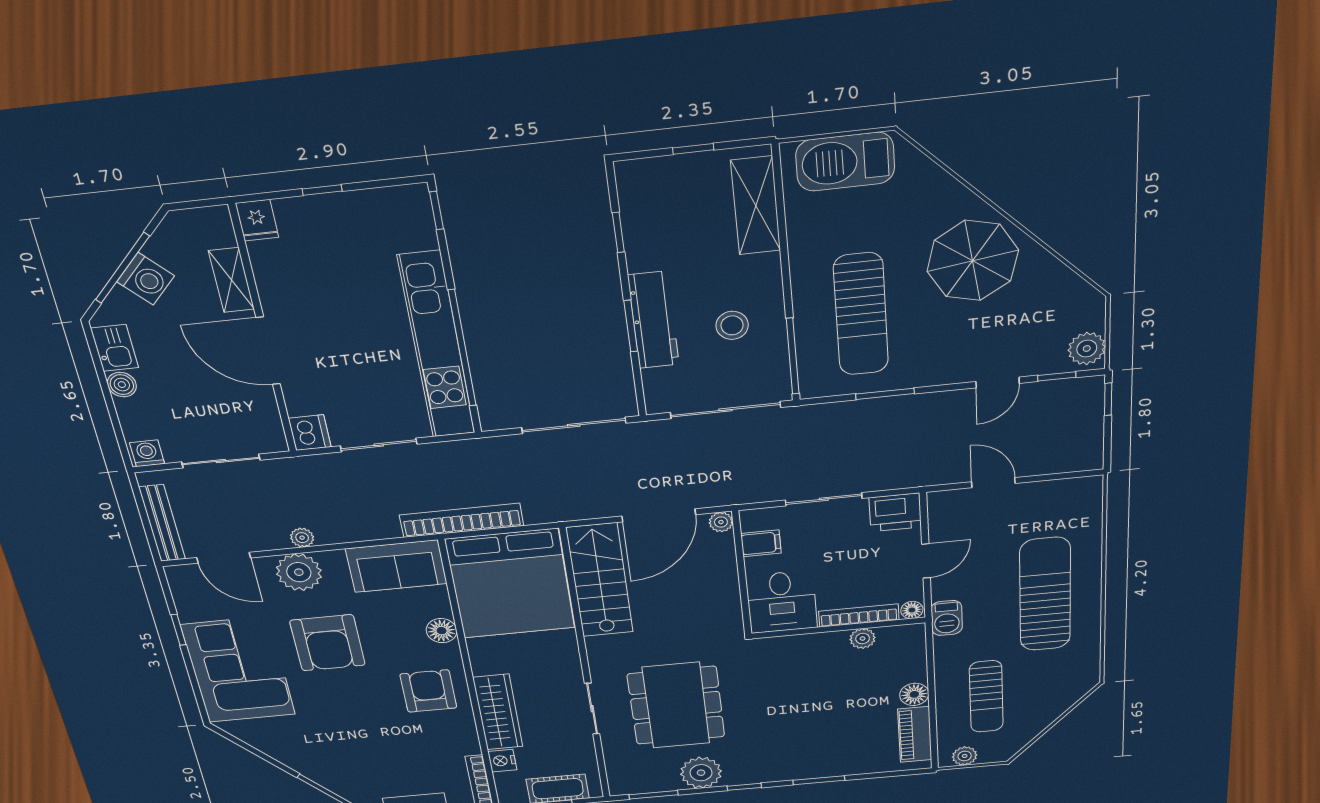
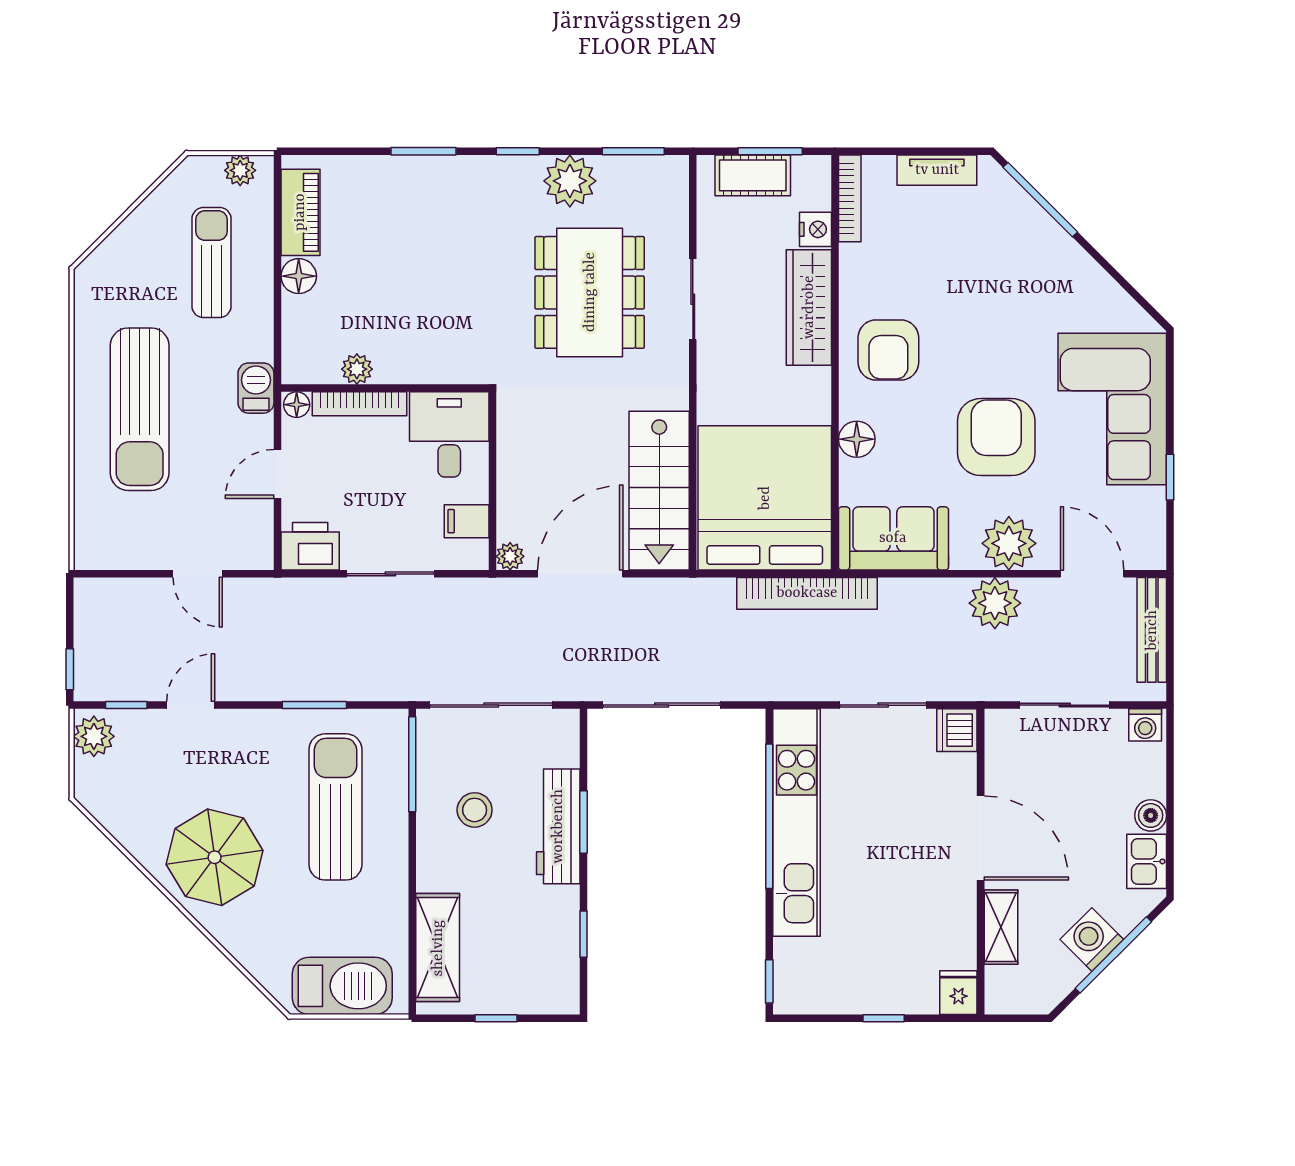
plant: (302, 538) -> (995, 603), width x1.88, depth x1.88

